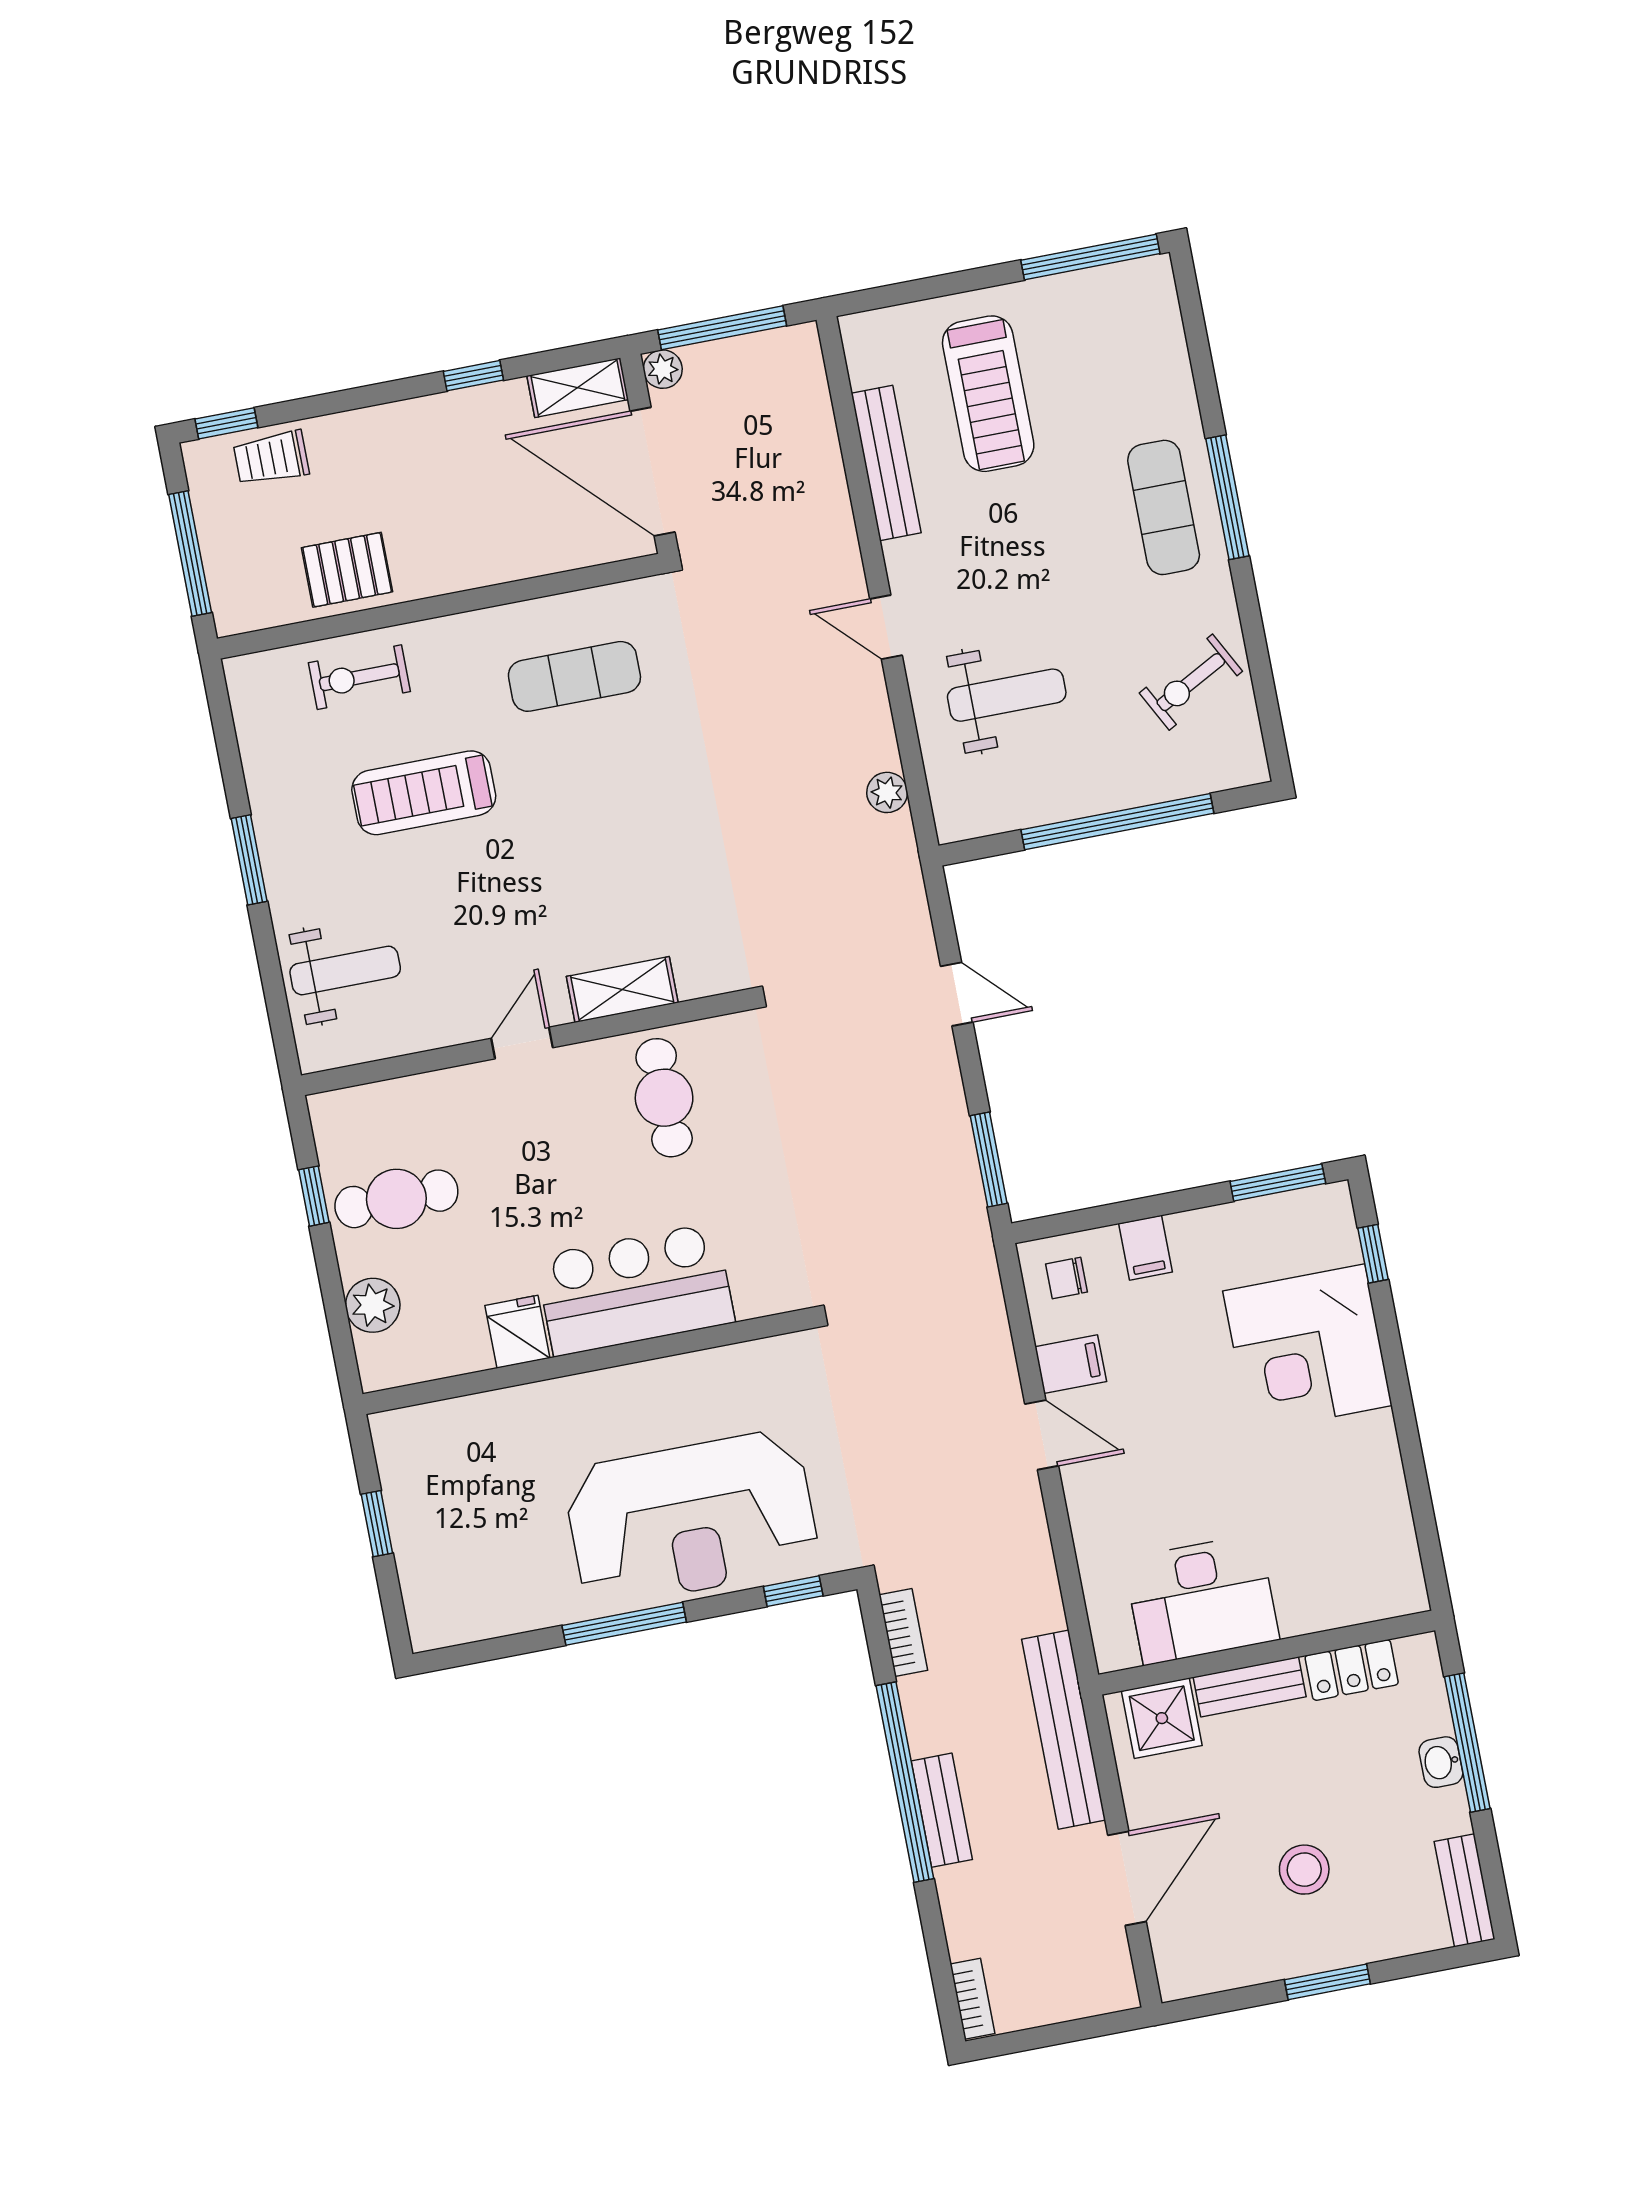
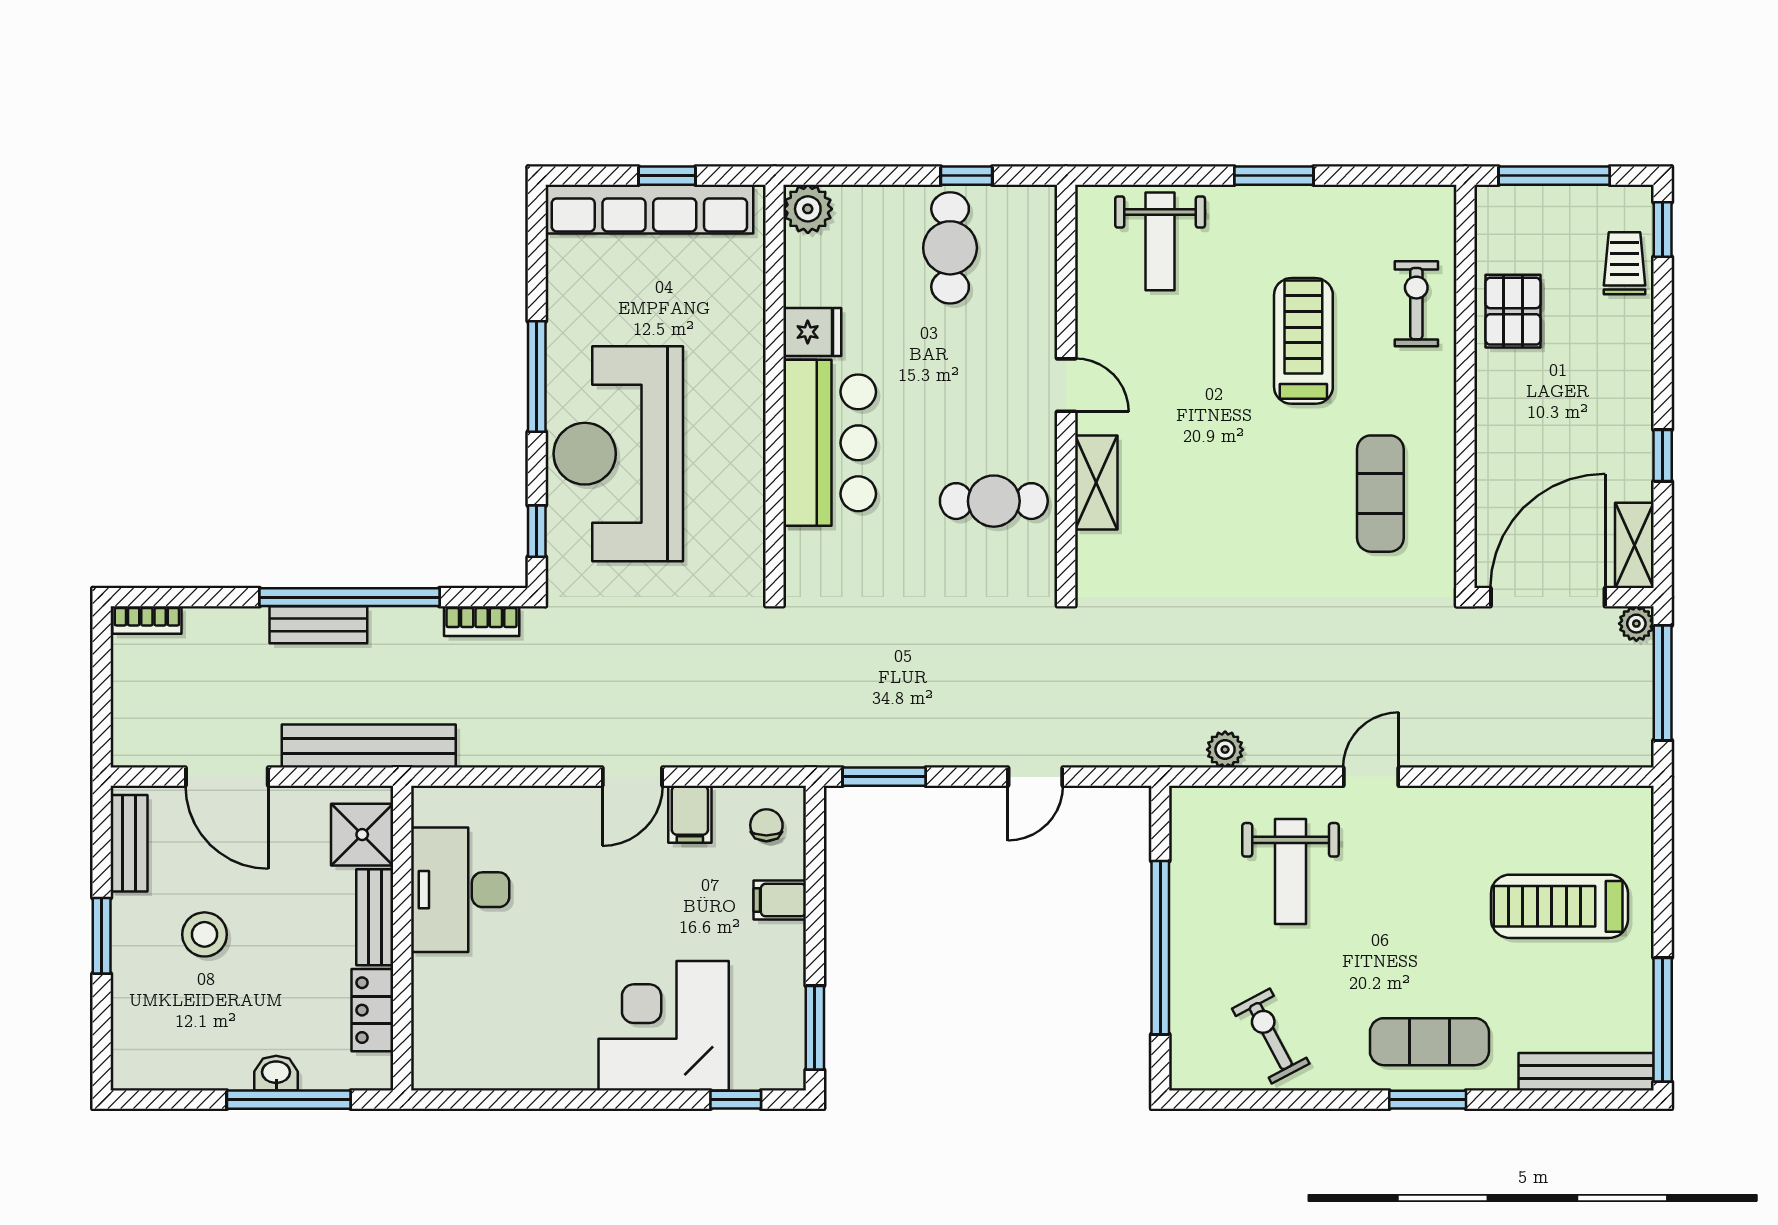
bench: (886, 463) -> (1586, 1072), moved
window: (1227, 497) -> (1428, 1100), width x0.69
plant: (373, 1305) -> (808, 209), moved
row of seats: (417, 1536) -> (649, 209), added
bench: (1465, 1890) -> (129, 843), moved, turned 90

